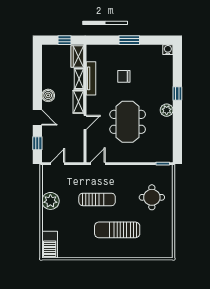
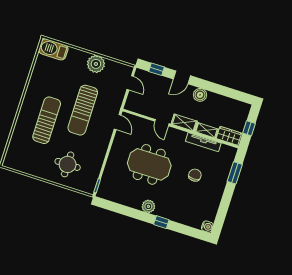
window: (129, 40) -> (235, 173), moved
sun lounger: (97, 199) -> (83, 110), width x1.36, depth x1.34

